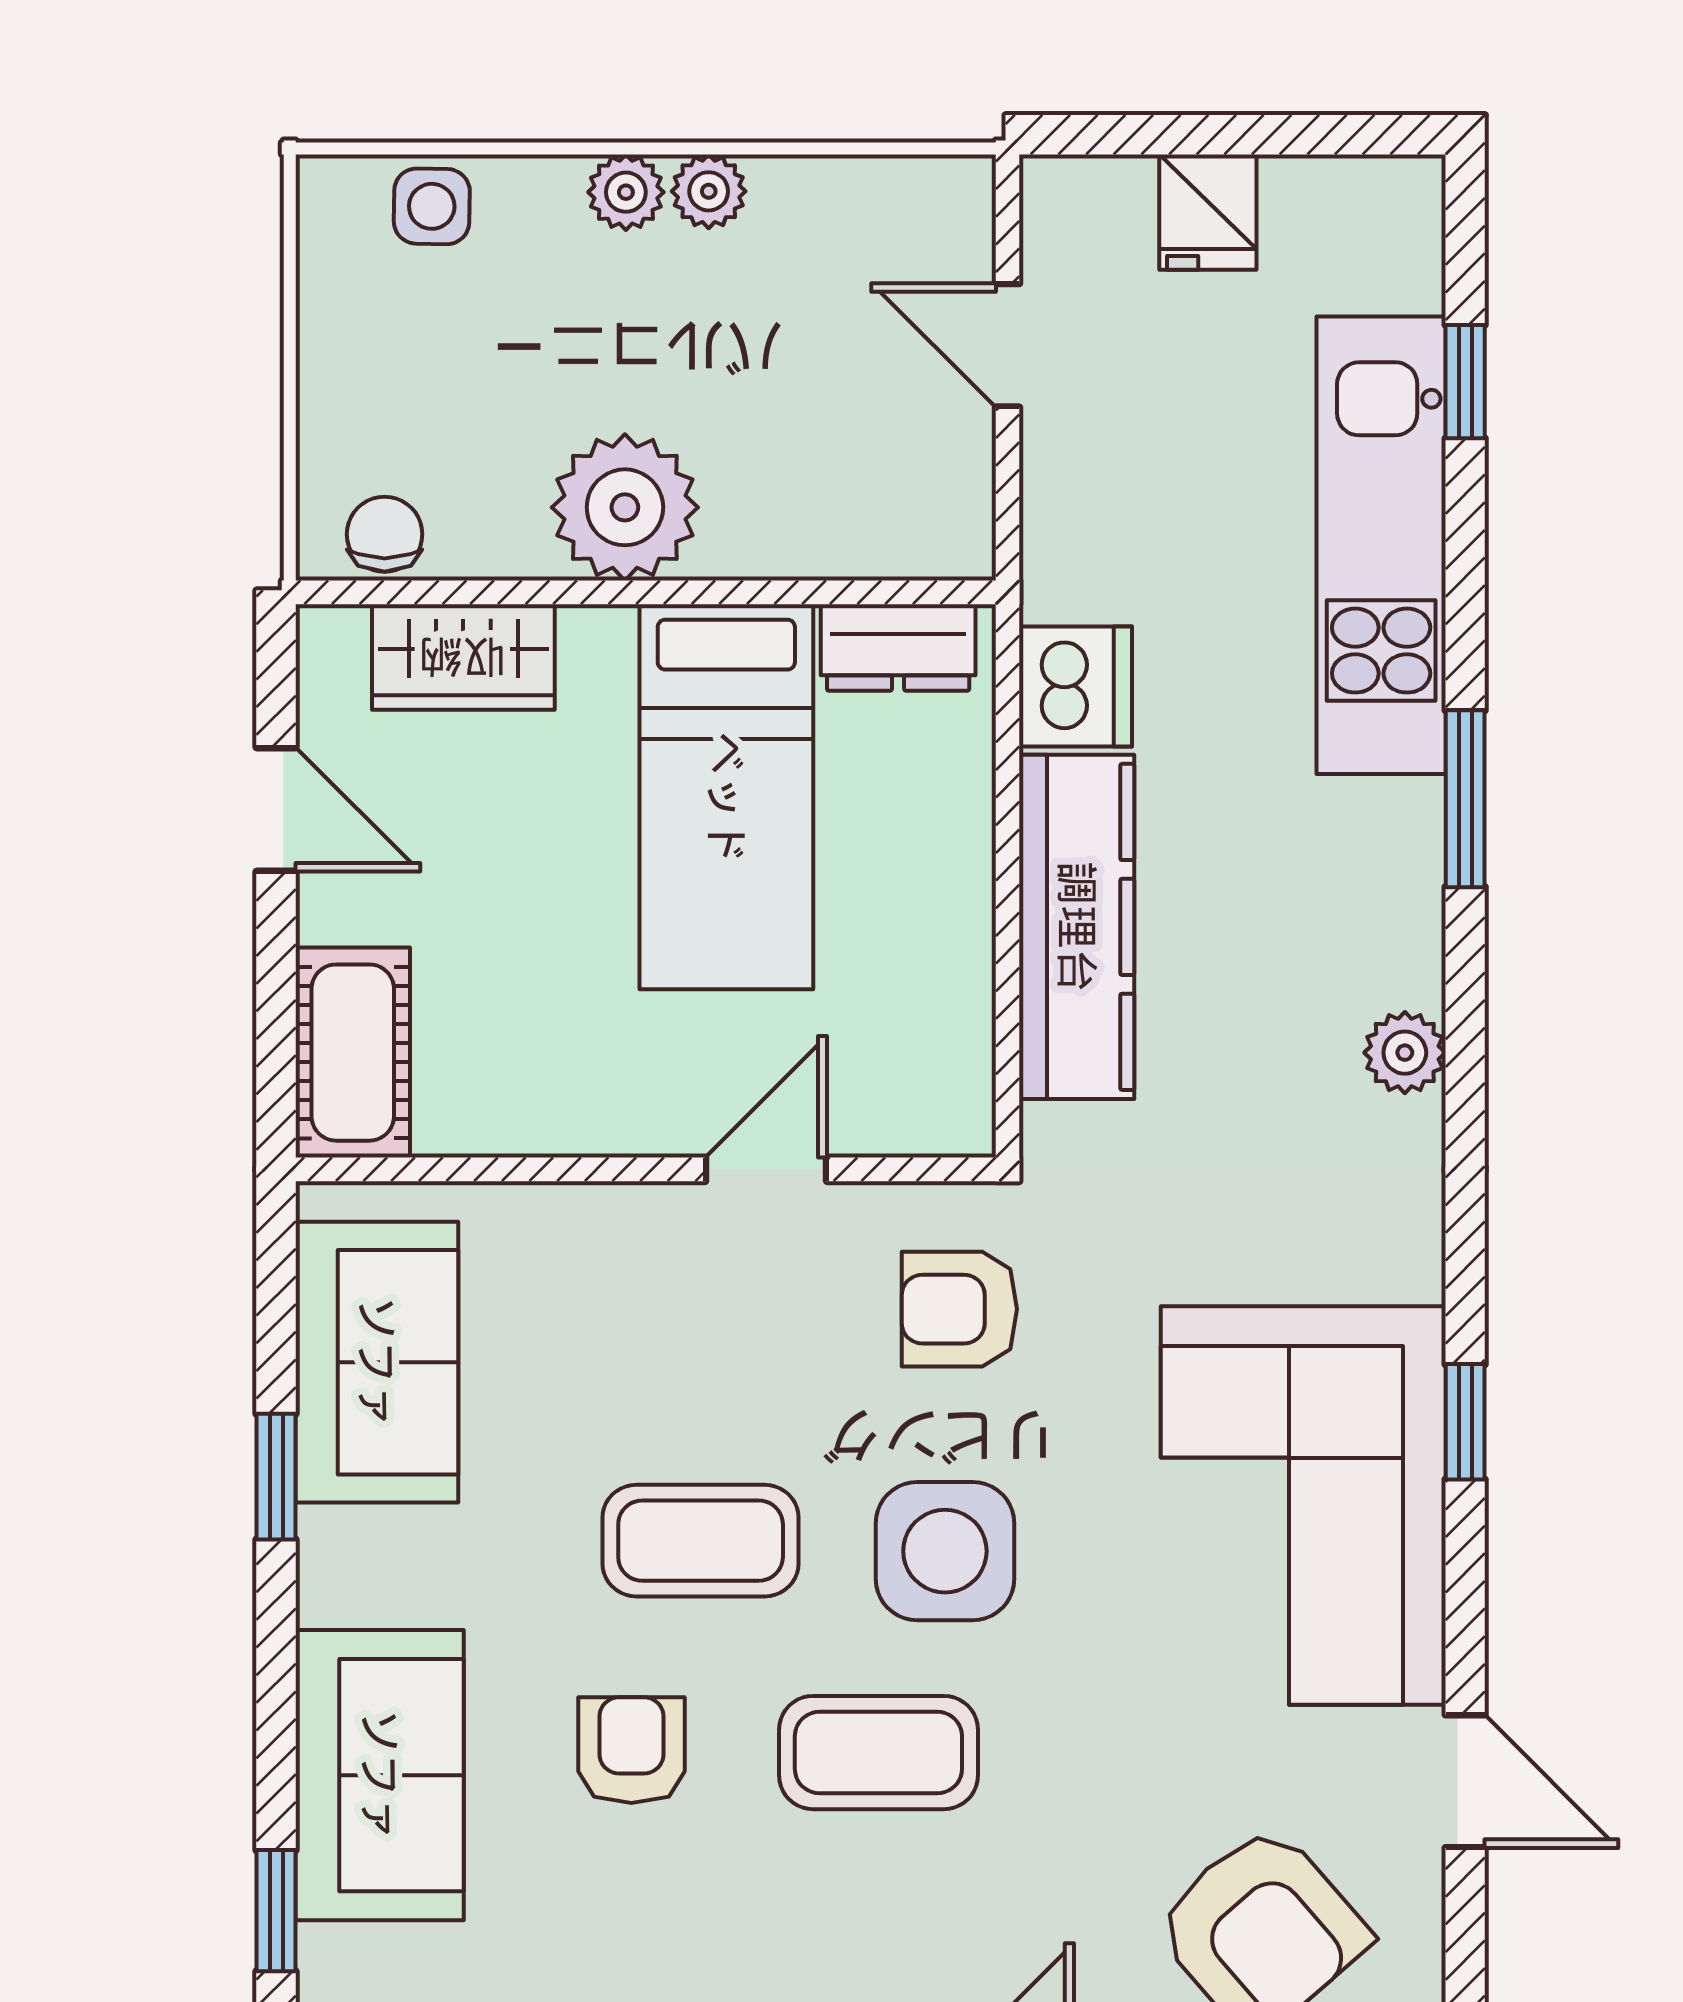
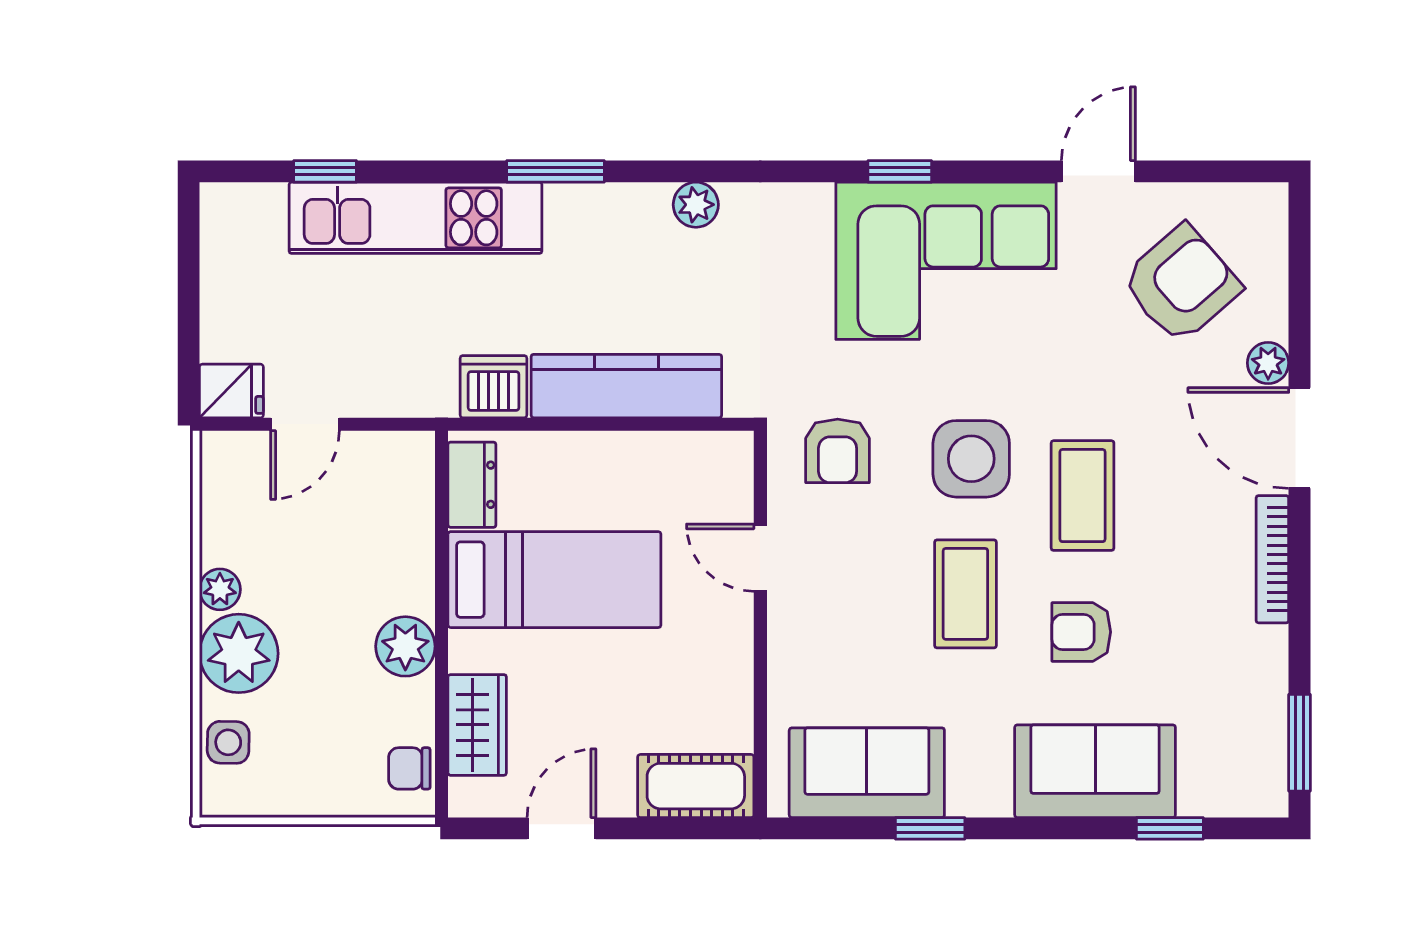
plant: (626, 192) -> (239, 653), width x1.88, depth x1.88
fridge: (1208, 212) -> (231, 391), moved
plant: (625, 507) -> (405, 646), width x0.73, depth x0.73

